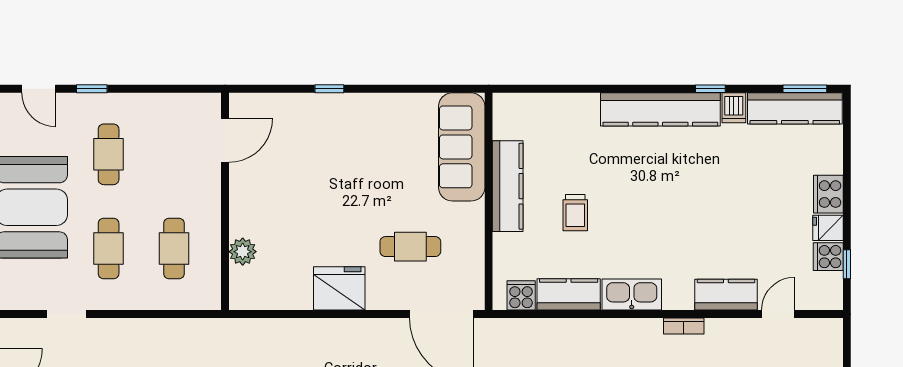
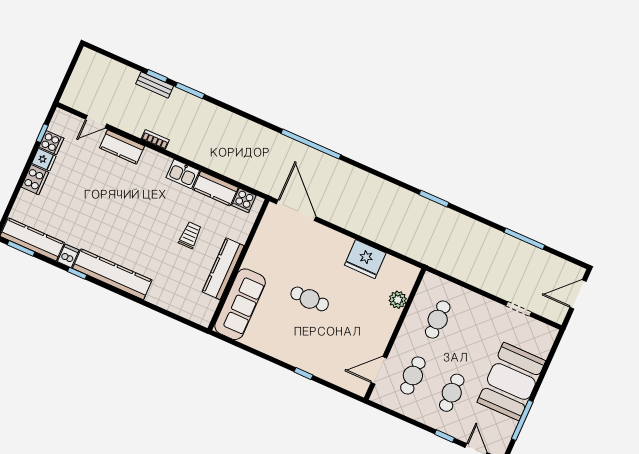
cafe table: (410, 247) -> (310, 299), moved
cafe table: (109, 248) -> (413, 375), moved
fridge: (339, 288) -> (365, 259), moved
kitchen sink: (632, 295) -> (183, 174), width x0.73

